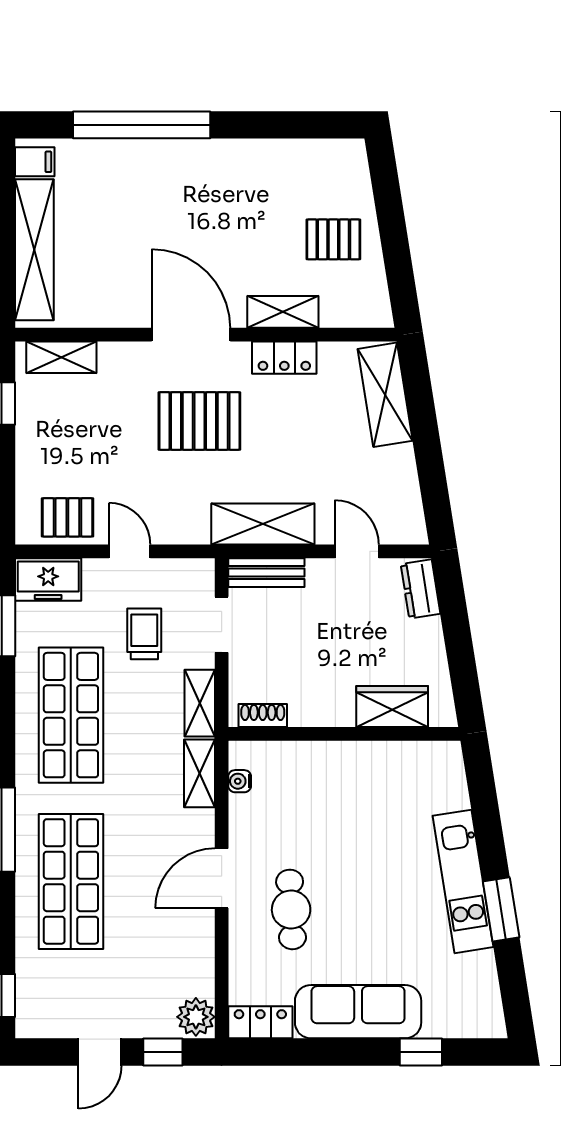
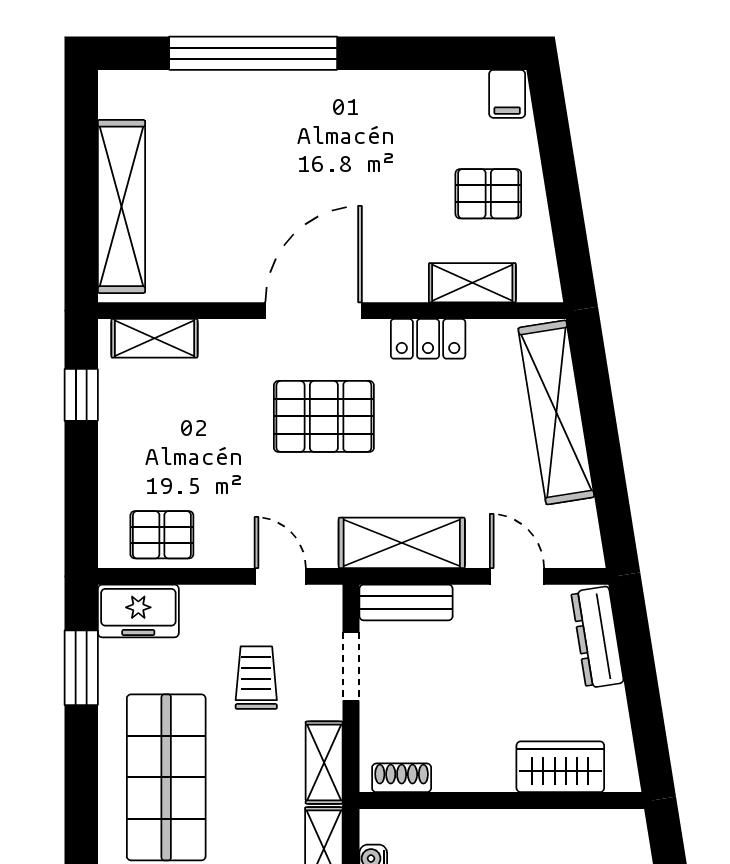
filing cabinet: (35, 162) -> (507, 94), moved, turned 90
shelving: (283, 312) -> (472, 283), moved
door: (191, 335) -> (314, 311), hinge flipped
shelving: (385, 395) -> (556, 412), width x1.47
door: (130, 551) -> (280, 576), moved
dresser: (420, 589) -> (597, 637), width x1.44

